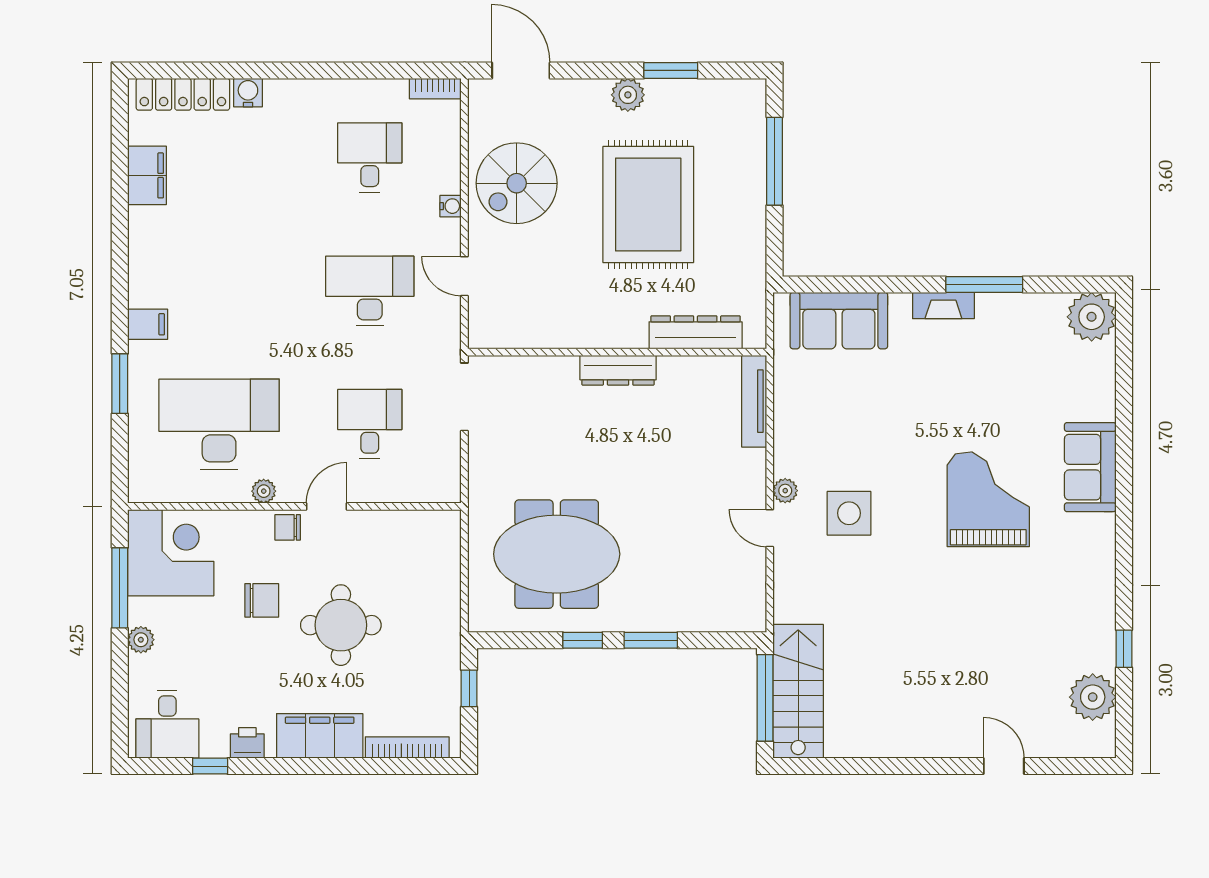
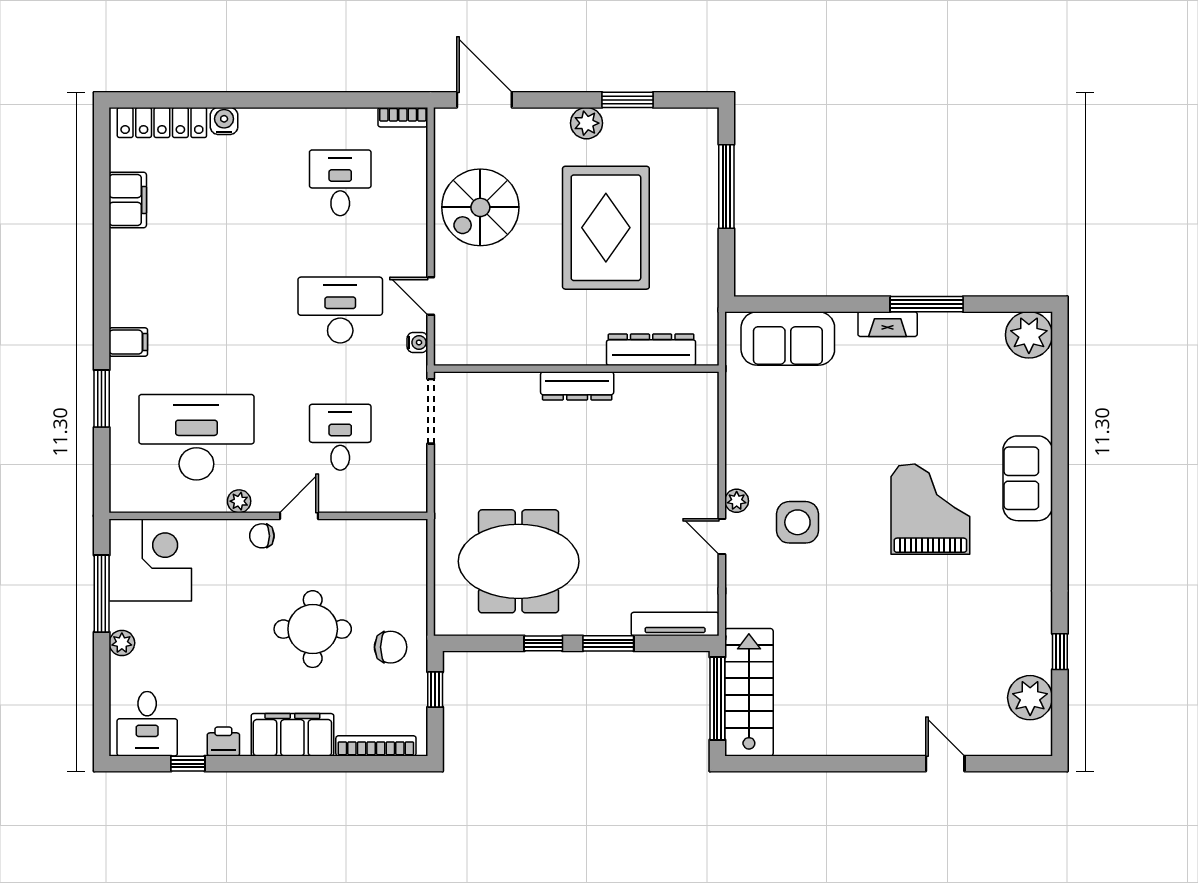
water cooler: (451, 206) -> (417, 342), moved
tv unit: (754, 401) -> (675, 624), moved, turned 90
chair: (262, 600) -> (391, 647), moved

